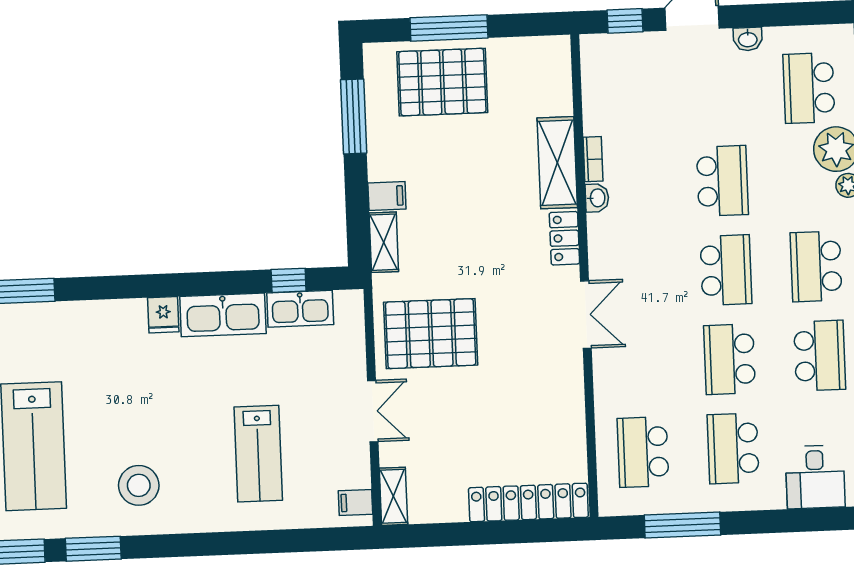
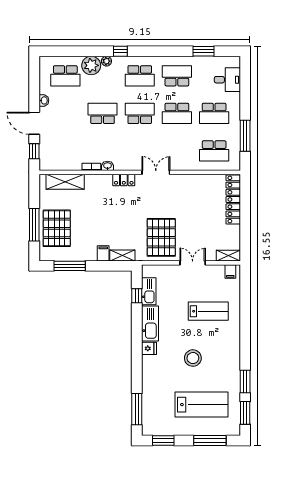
shelving: (557, 163) -> (65, 182), moved
stool: (139, 485) -> (193, 358), moved

